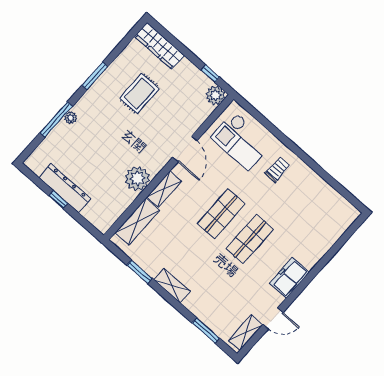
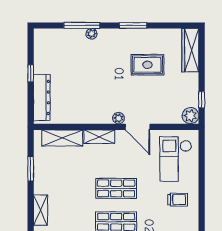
door: (185, 149) -> (138, 127), hinge flipped
plant: (137, 179) -> (119, 118), moved, width x0.53, depth x0.53
dresser: (65, 188) -> (42, 97), moved
shelving: (172, 286) -> (40, 210), moved

